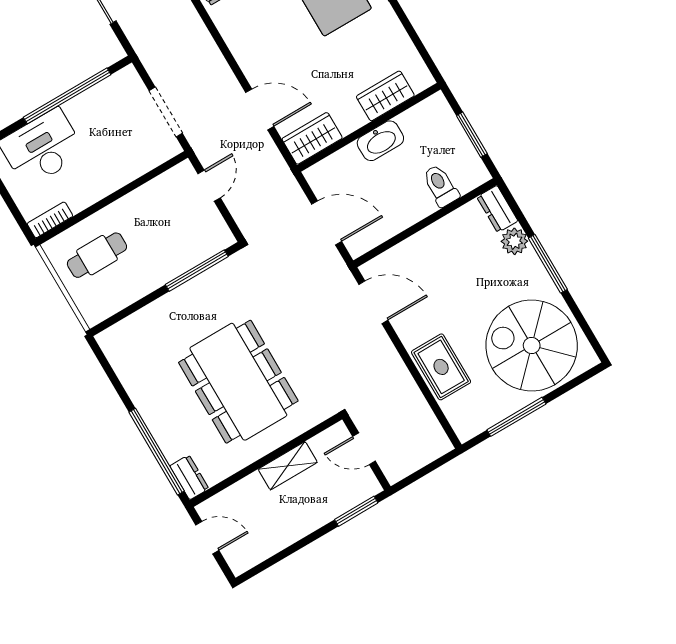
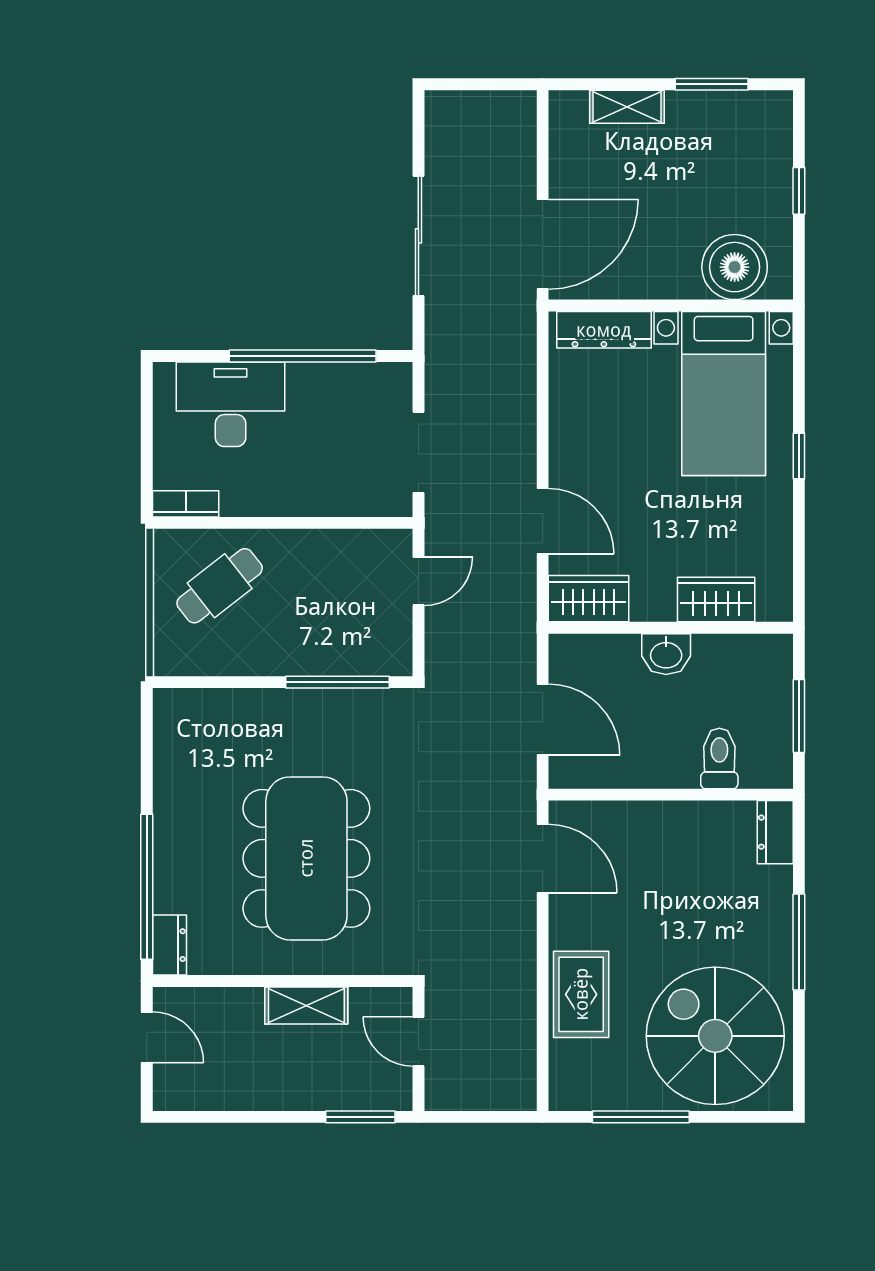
washbasin: (380, 141) -> (666, 654), width x0.72
plant: (514, 241) -> (773, 887), removed
cafe table: (97, 255) -> (220, 586), turned -38

